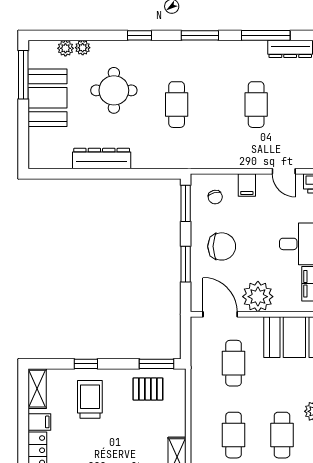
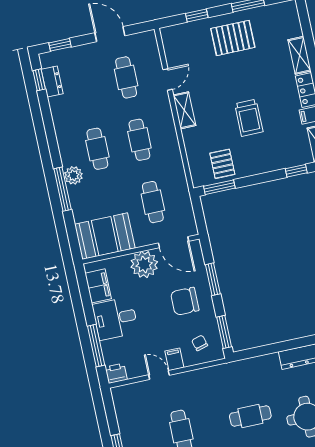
cafe table: (177, 105) -> (250, 416), turned 90
door: (284, 171) -> (159, 375), moved
window: (86, 364) -> (296, 171), moved
pallet: (148, 389) -> (222, 164), turned 90
trolley: (90, 399) -> (249, 118), moved

